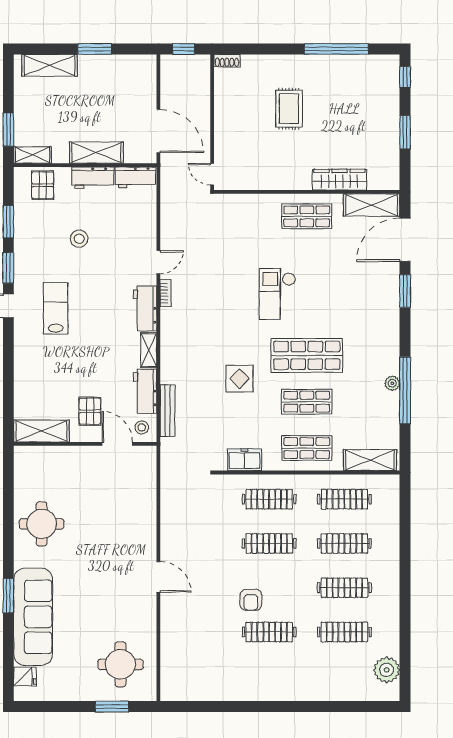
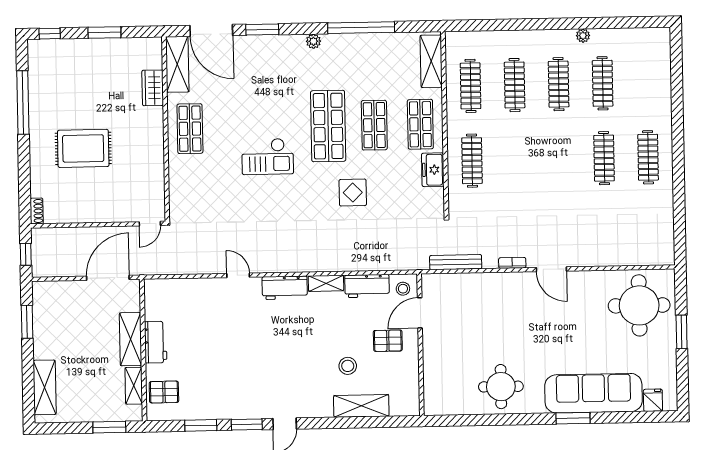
window: (95, 49) -> (27, 322), moved
rug: (289, 109) -> (83, 148), width x1.36, depth x1.43
shelving: (32, 155) -> (134, 386), moved
workbench: (135, 177) -> (154, 300), removed
wardrobe: (340, 180) -> (153, 88), width x0.67
stool: (79, 239) -> (348, 366), moved
bookcase: (166, 293) -> (512, 263), moved
lab bench: (56, 308) -> (286, 377), removed
plant: (392, 383) -> (313, 41), moved
bench: (168, 411) -> (456, 262), moved
shelving: (41, 431) -> (361, 406), moved, turned 90
freezer: (244, 460) -> (433, 170), moved
clothes rail: (269, 543) -> (648, 157), moved
door: (158, 577) -> (551, 269), swing flipped
armchair: (251, 600) -> (572, 177), removed
round table: (120, 664) -> (639, 305), width x1.36, depth x1.36
plant: (387, 670) -> (583, 36), moved, width x0.53, depth x0.53
window: (112, 707) -> (682, 332), moved

